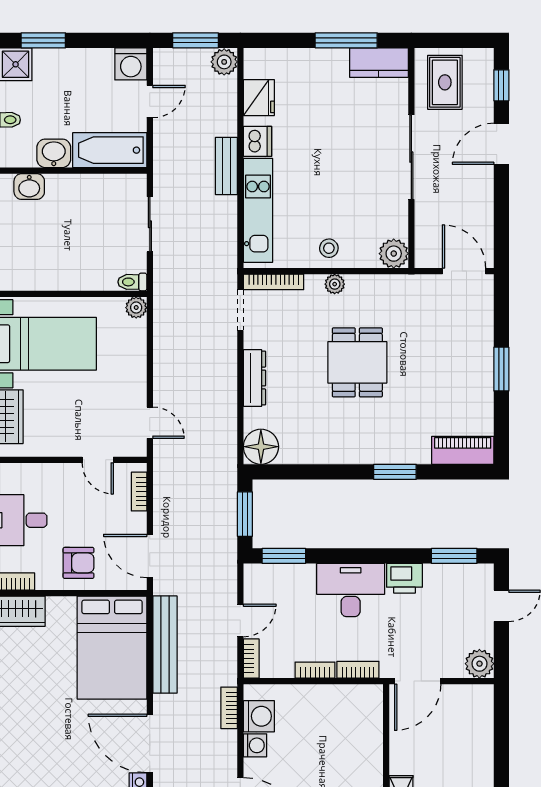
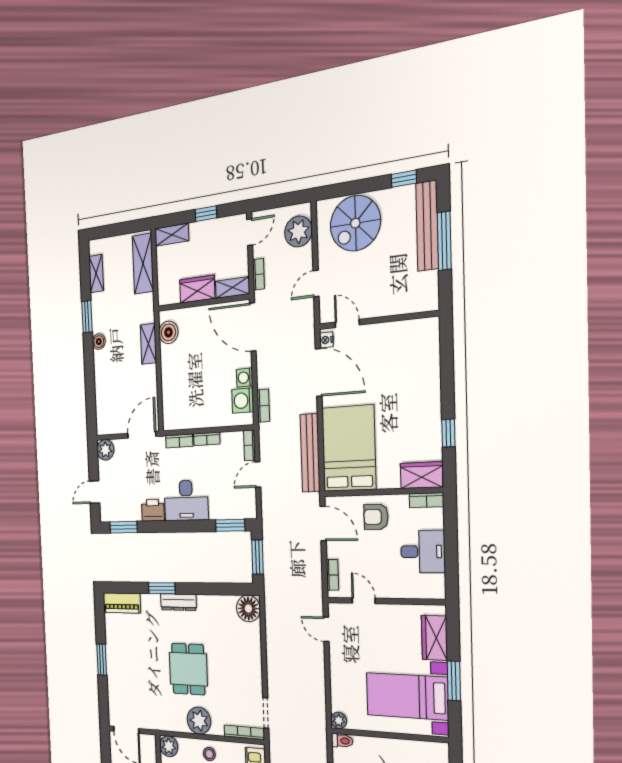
plant: (335, 284) -> (199, 721), width x1.87, depth x1.87
dresser: (254, 378) -> (178, 602), moved, turned -90

